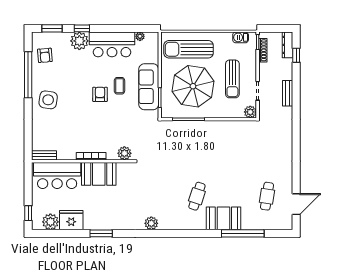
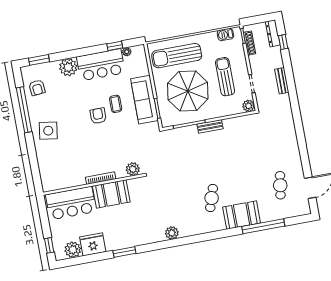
window: (82, 28) -> (115, 46), moved
sun lounger: (232, 79) -> (225, 77), turned 180
bench: (44, 155) -> (210, 126), moved

